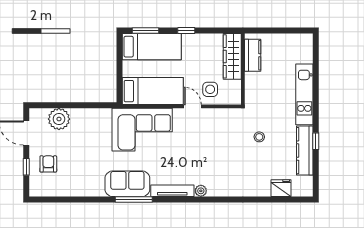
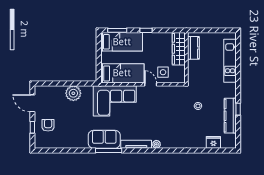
kitchen unit: (304, 94) -> (230, 61), moved
plant: (59, 119) -> (73, 93), moved

